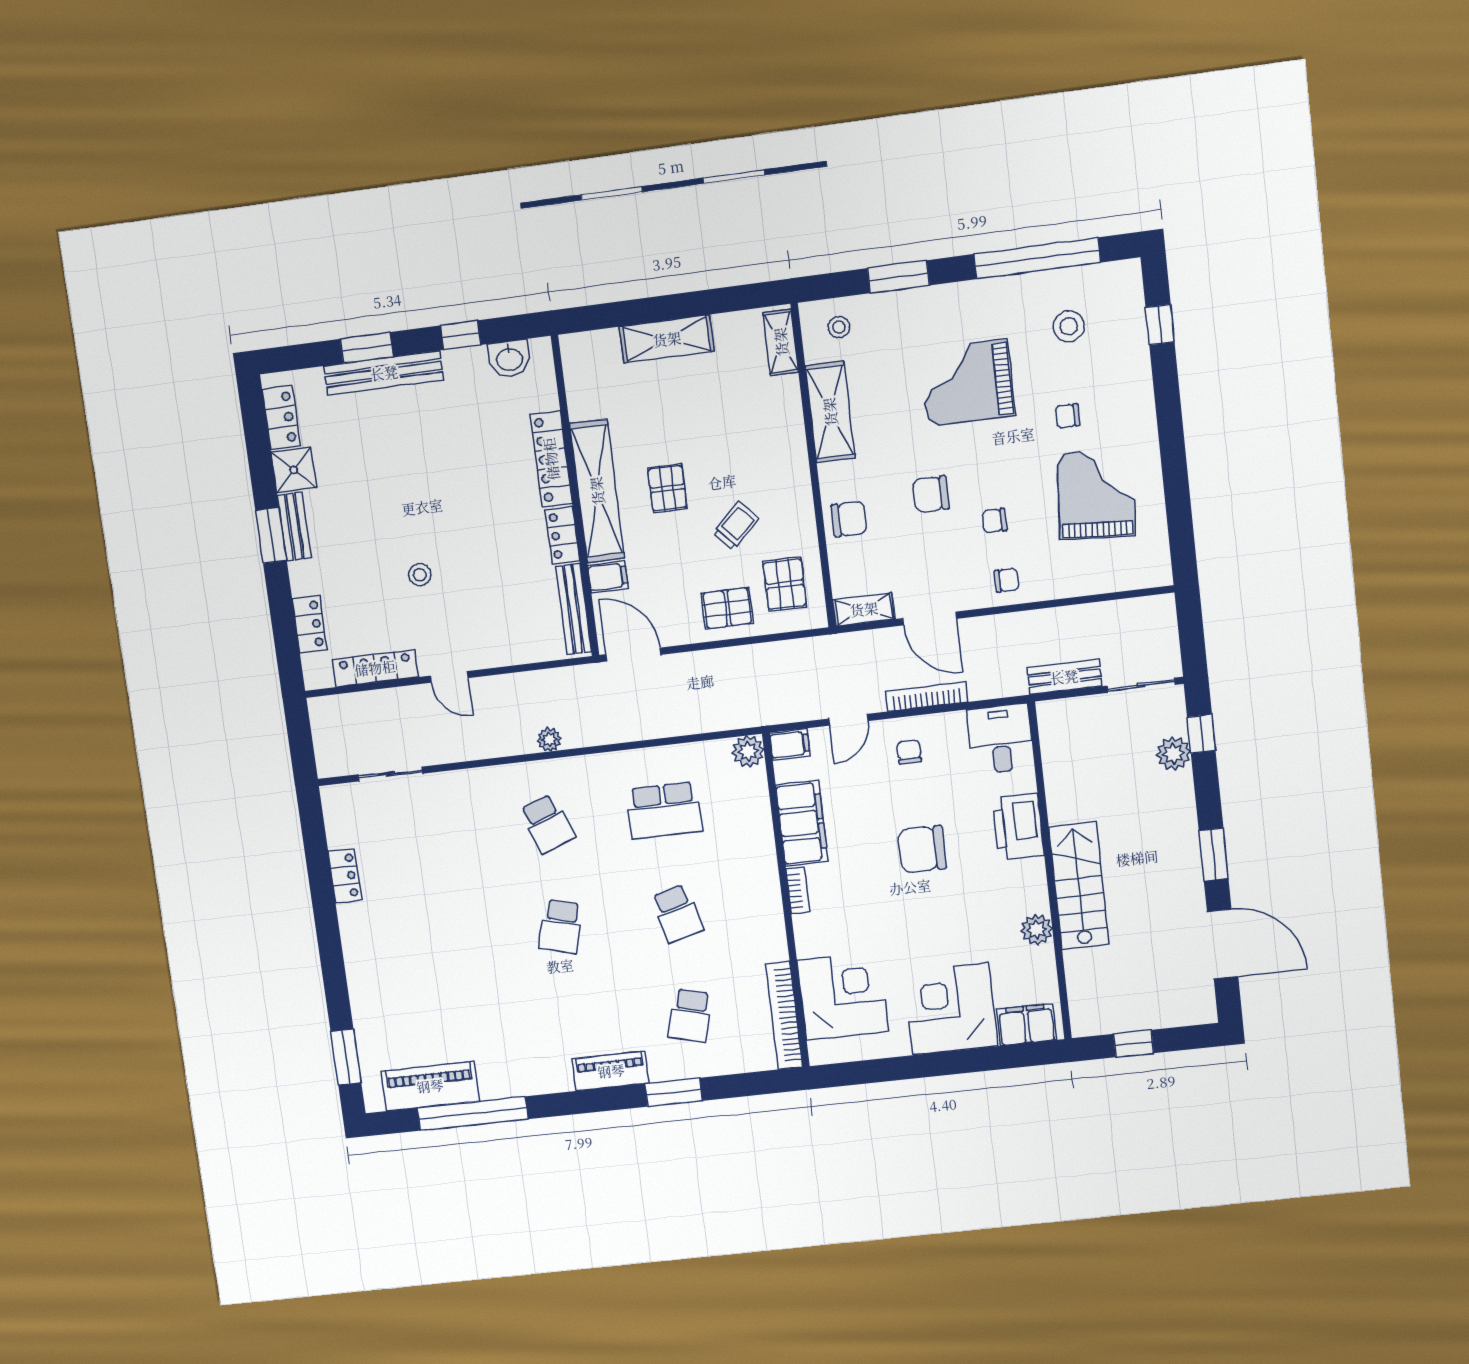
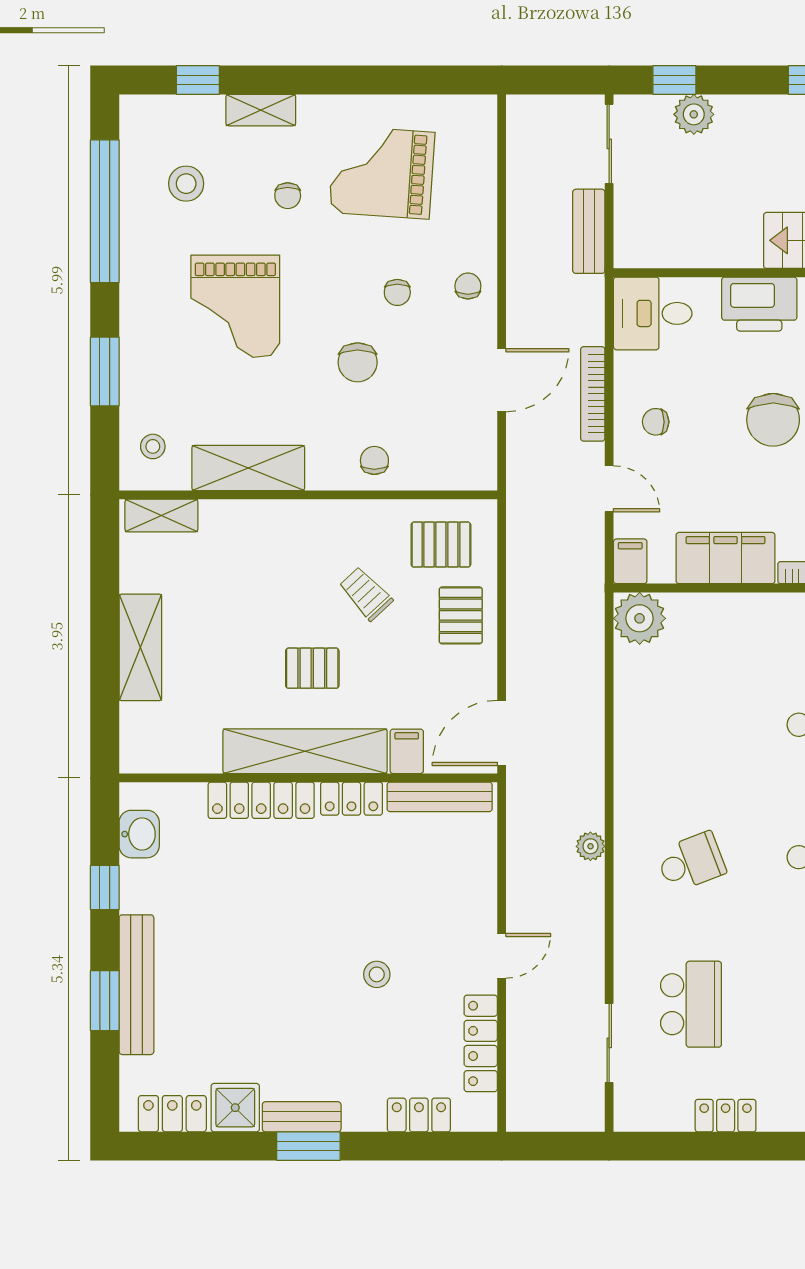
chair: (849, 519) -> (374, 460), width x0.73, depth x0.73
shelving: (864, 609) -> (261, 110), moved, turned 90
plant: (748, 751) -> (640, 618), width x1.36, depth x1.36
school desk: (664, 810) -> (691, 1004), moved

